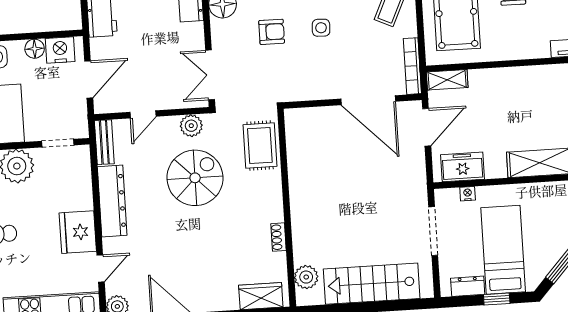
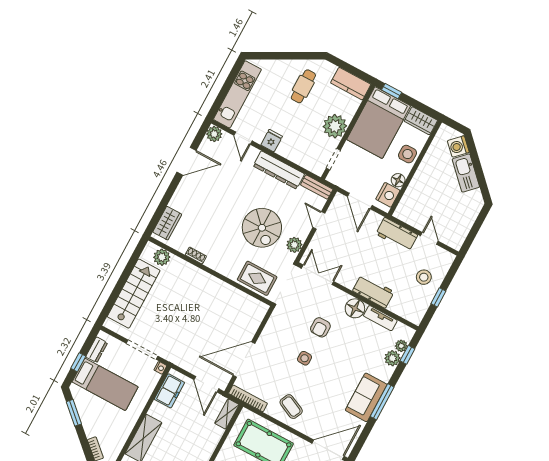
nightstand: (468, 194) -> (160, 368), moved
fridge: (78, 232) -> (272, 141), width x0.53, depth x0.75

